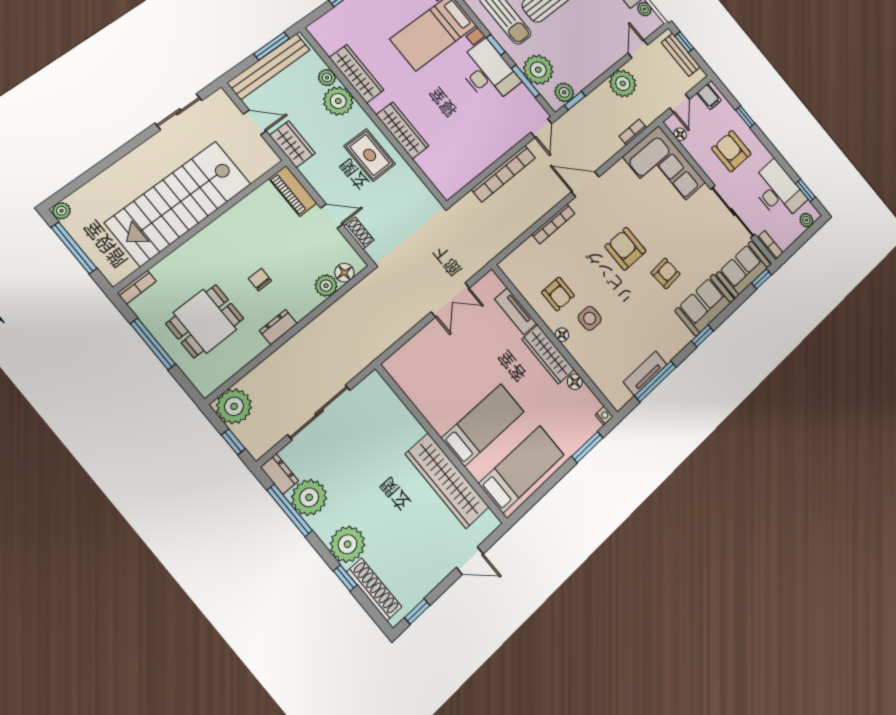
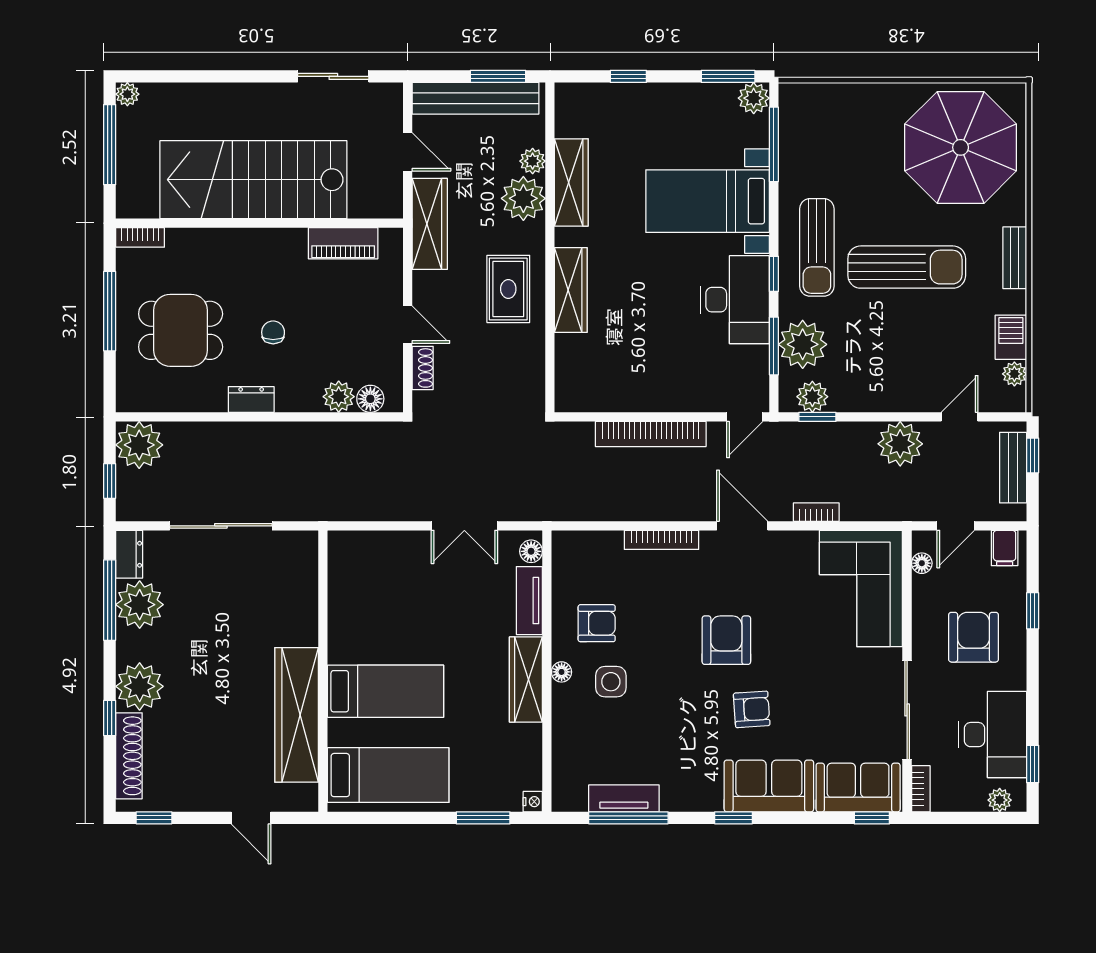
bookcase: (633, 132) -> (816, 512), moved
wardrobe: (292, 144) -> (430, 224), width x1.50
piano: (293, 191) -> (343, 243), moved, turned -90
armchair: (558, 294) -> (597, 623), turned -90
floor lamp: (575, 382) -> (531, 551), moved

